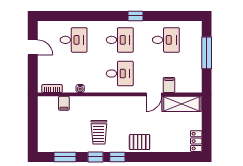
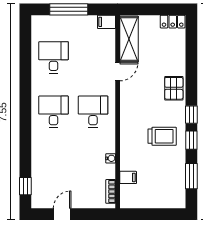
window: (136, 16) -> (25, 186), moved
desk: (74, 40) -> (53, 166), removed
filing cabinet: (169, 85) -> (106, 22), moved
door: (154, 94) -> (118, 72), hinge flipped

